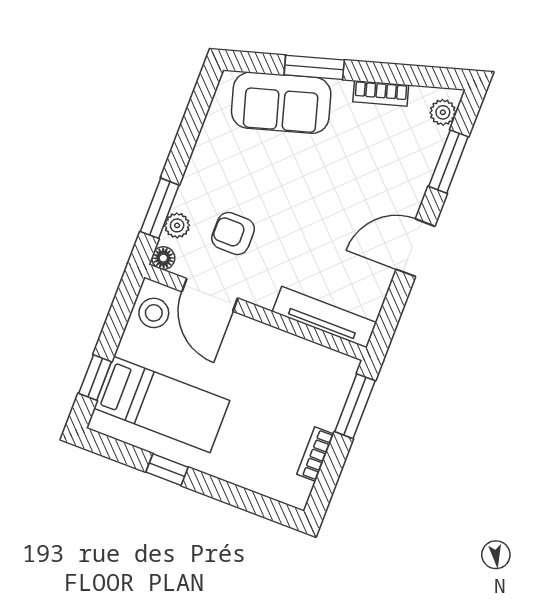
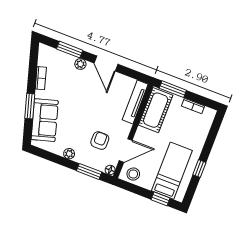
plant: (443, 112) -> (80, 64), moved
plant: (177, 225) -> (69, 154), moved
armchair: (233, 233) -> (100, 141), turned 180
cot: (305, 366) -> (156, 110), added

